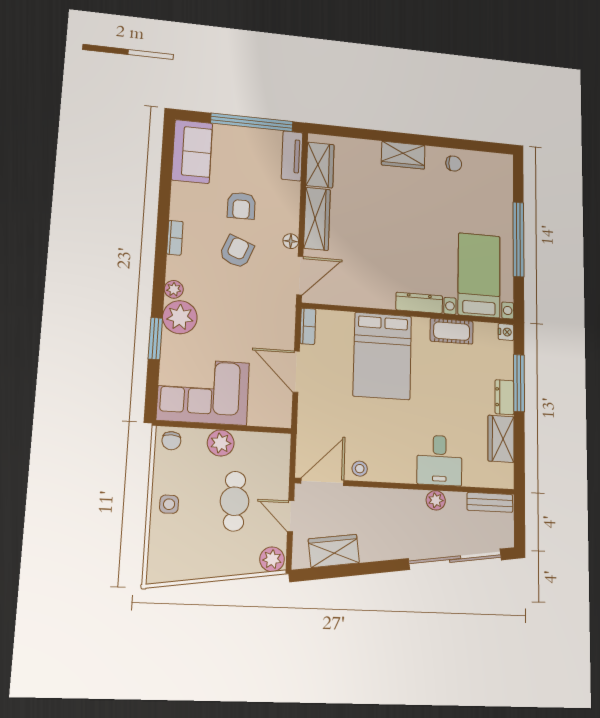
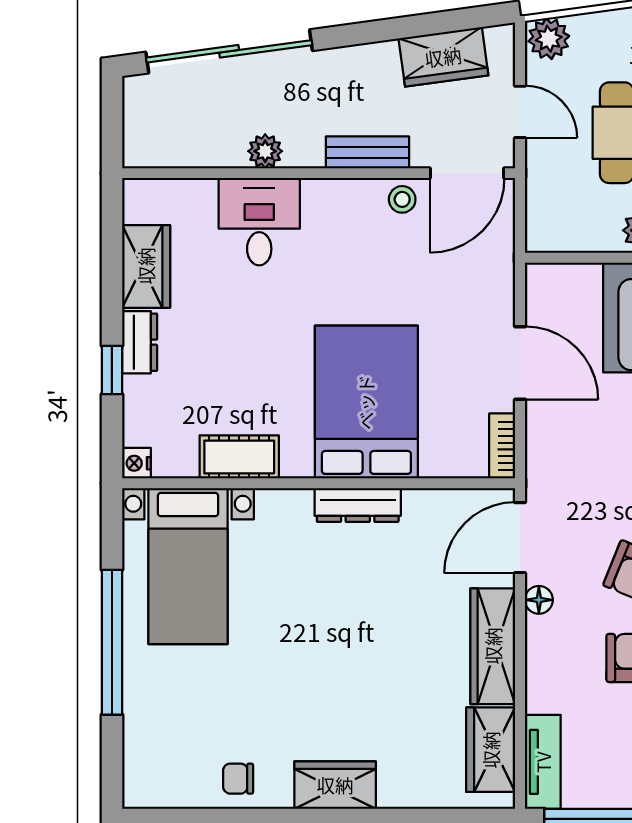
dresser: (419, 303) -> (358, 505), moved
window: (519, 383) -> (112, 370), width x0.46
bench: (490, 502) -> (367, 152), moved

